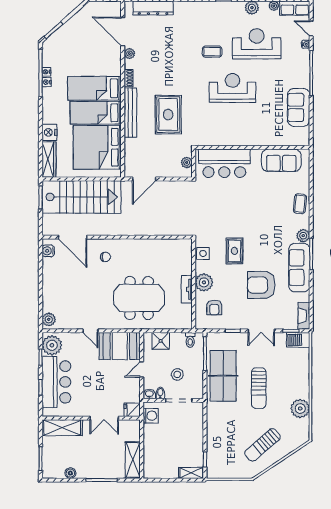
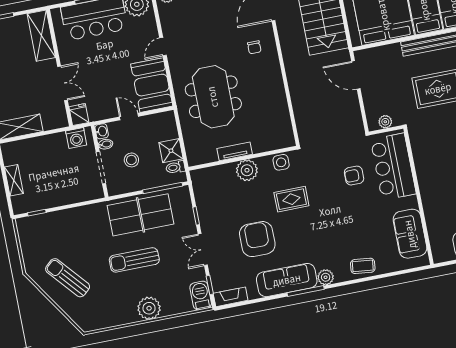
armchair: (214, 308) -> (354, 176), moved
shower: (161, 341) -> (171, 151), moved
plant: (300, 409) -> (149, 308), moved
double door: (104, 418) -> (63, 83), swing flipped
shelving: (191, 473) -> (14, 180), moved

